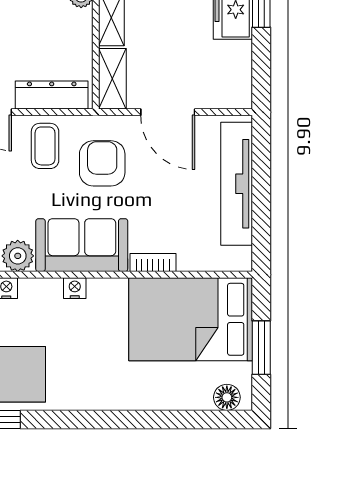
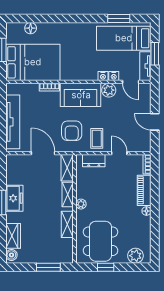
dresser: (52, 95) -> (94, 161), width x0.70
nightstand: (75, 288) -> (103, 76), moved
floor lamp: (227, 397) -> (31, 28), moved

